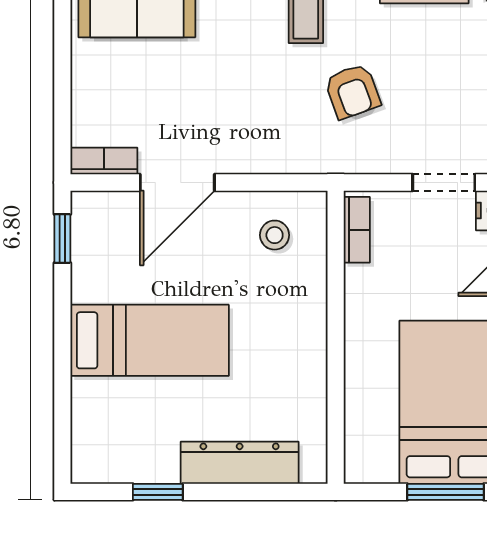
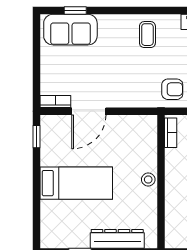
armchair: (352, 91) -> (172, 89), moved, turned -70
stool: (275, 235) -> (148, 180), moved

